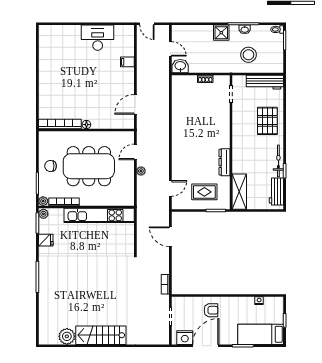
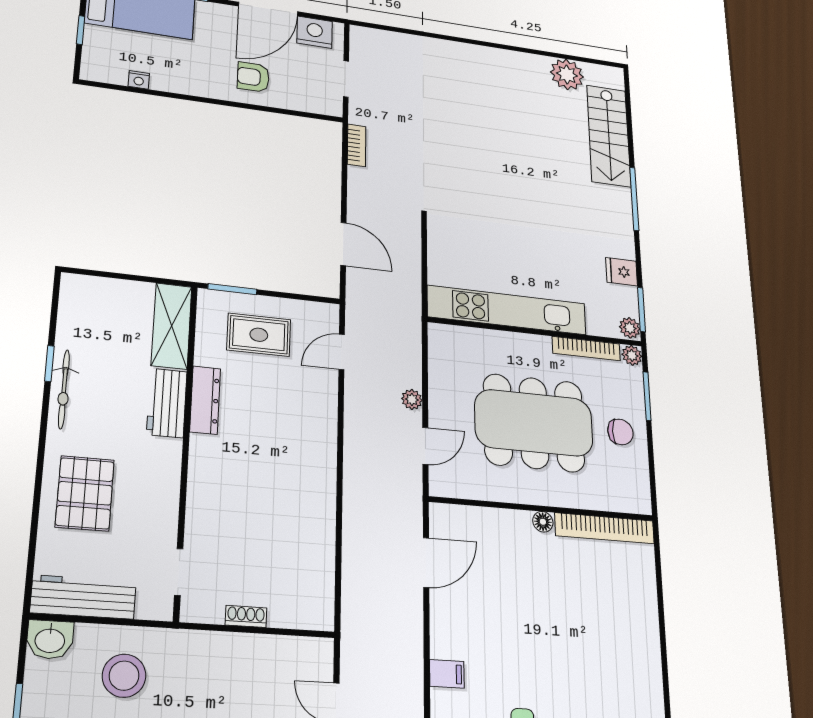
washbasin: (180, 66) -> (50, 640), moved
workbench: (276, 192) -> (167, 403), moved, turned 180
stairs: (101, 335) -> (609, 136), moved, turned 90

